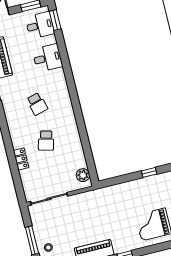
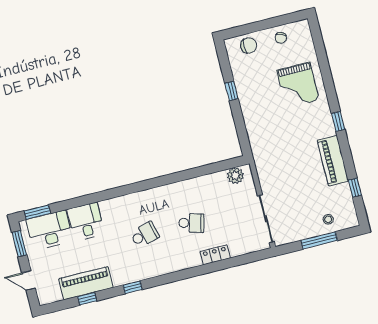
desk: (40, 25) -> (50, 230), width x1.37

